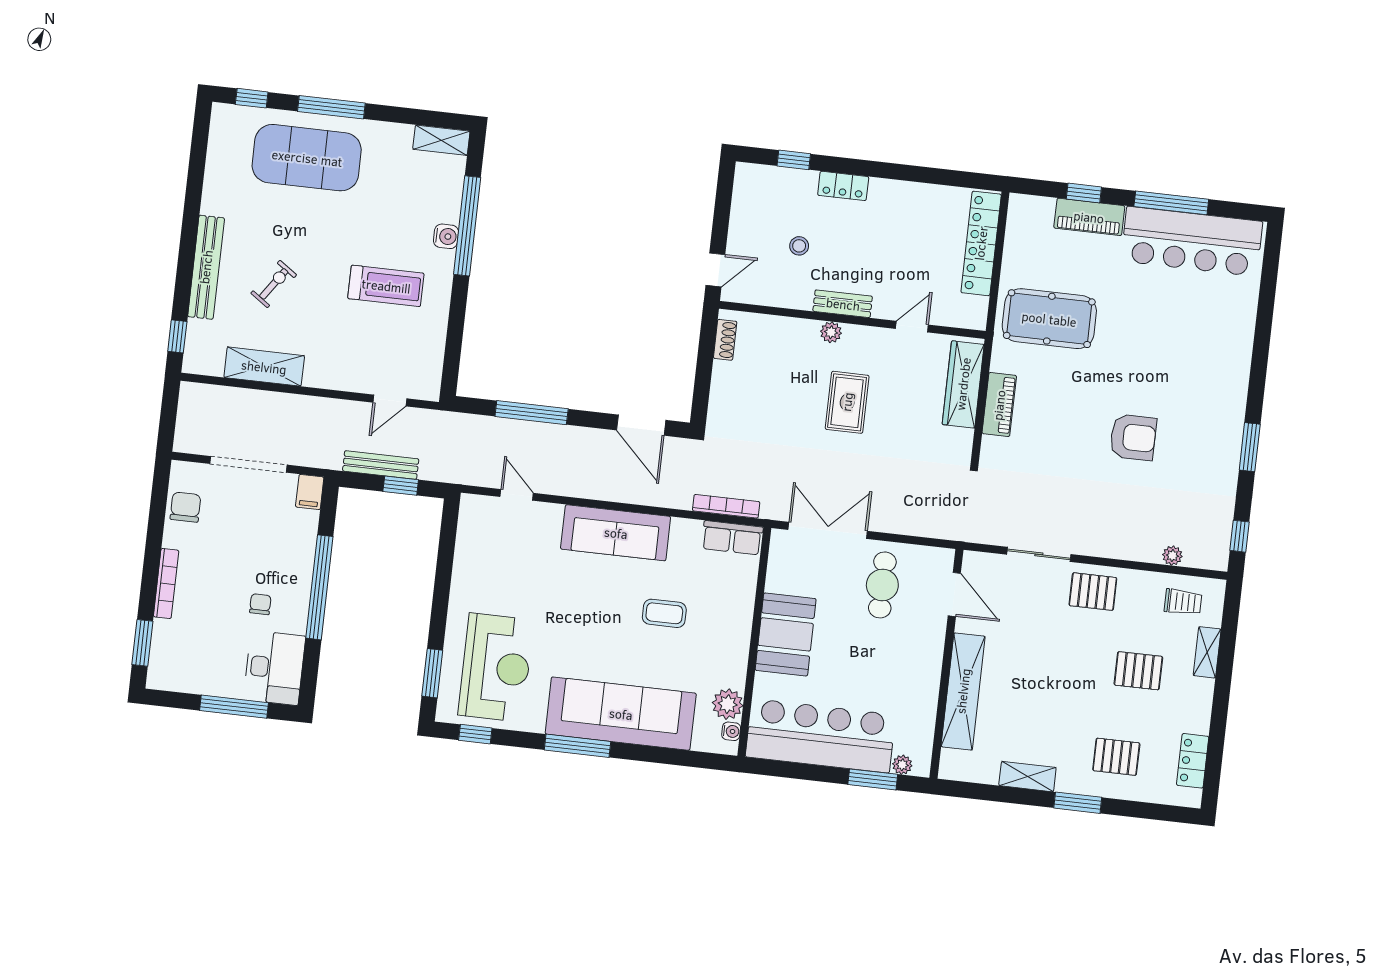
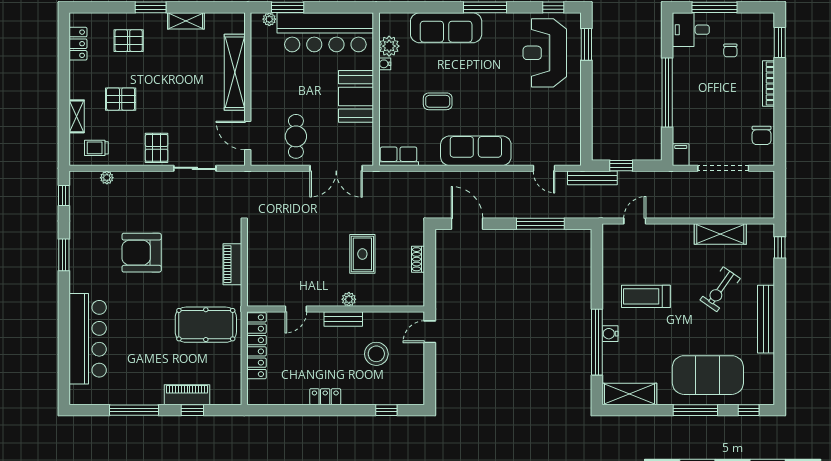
shelving: (441, 140) -> (629, 394), width x1.50, depth x1.33
locker: (843, 186) -> (325, 397), moved
bar counter: (1192, 241) -> (88, 339), moved, turned 90
locker: (981, 243) -> (256, 346), moved
stool: (799, 246) -> (376, 354), width x1.89, depth x1.89
bench: (206, 267) -> (766, 319), moved
exercise bike: (274, 284) -> (720, 289), width x1.38, depth x1.39
shoe rack: (725, 340) -> (418, 259), moved
wardrobe: (963, 384) -> (258, 275), removed
rug: (847, 402) -> (362, 254), moved
armchair: (1133, 437) -> (142, 253), width x1.36, depth x1.36
bench: (381, 465) -> (592, 178), moved
bookcase: (726, 506) -> (405, 177), removed
pallet: (1093, 592) -> (157, 148), turned 90
chair: (260, 604) -> (730, 50), moved
desk: (274, 668) -> (691, 30), width x0.73
sofa: (621, 714) -> (446, 28), width x0.74, depth x0.79
water cooler: (731, 731) -> (385, 64), moved

